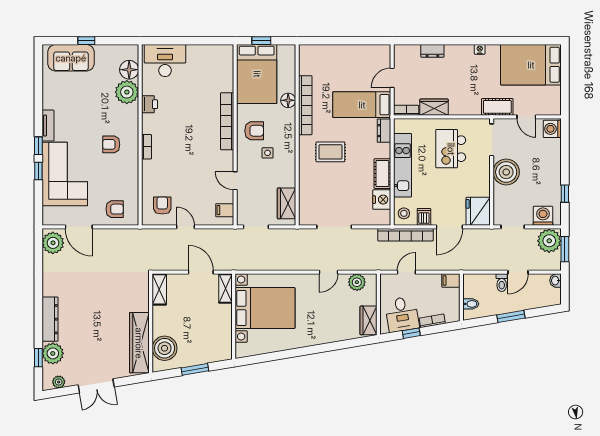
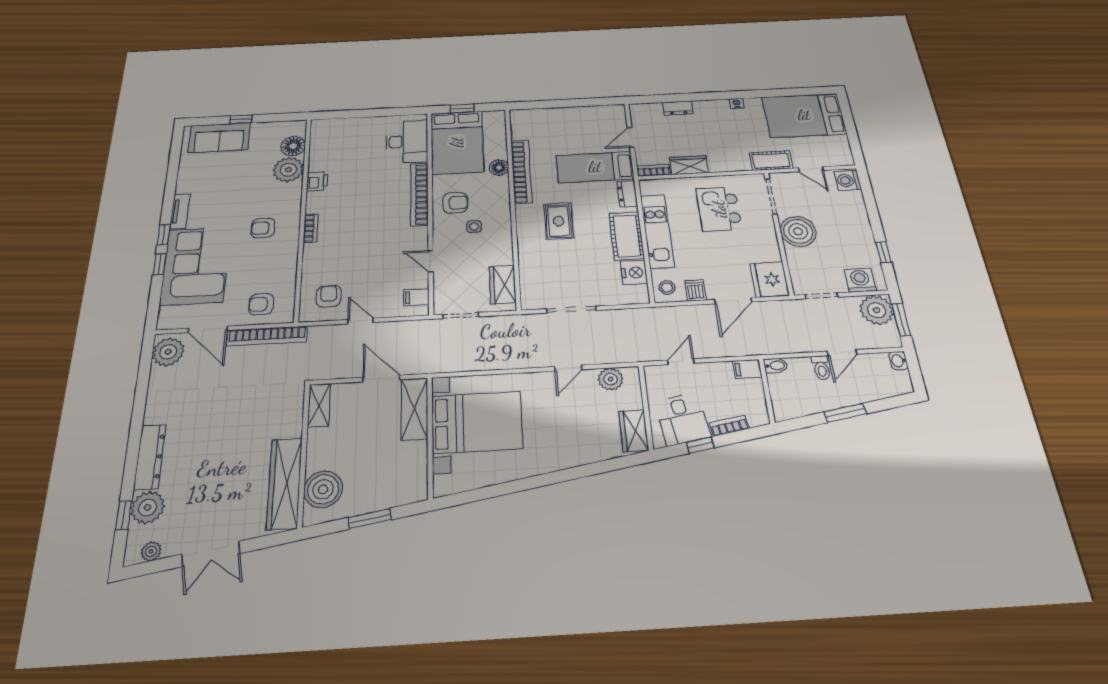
desk: (165, 61) -> (407, 142), moved, turned 90
rug: (330, 152) -> (559, 221), turned 90
cot: (382, 174) -> (627, 236), width x1.37, depth x1.34
armchair: (115, 209) -> (261, 304), turned 180
bookcase: (405, 235) -> (267, 336), moved
shelving: (225, 288) -> (414, 409), width x1.50, depth x1.33
bidet: (471, 304) -> (776, 365), moved

